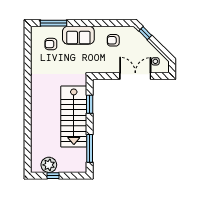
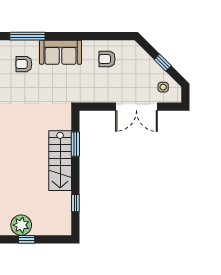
window: (145, 33) -> (163, 63), moved
double door: (135, 76) -> (136, 107), swing flipped
stairs: (74, 116) -> (60, 161), width x0.73, depth x0.66
window: (90, 148) -> (75, 203), width x0.46

